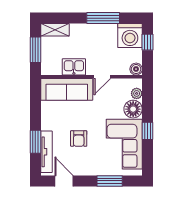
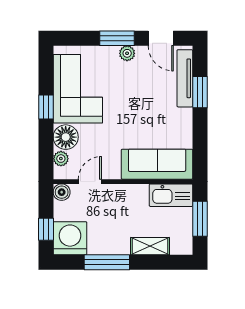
shelving: (55, 30) -> (150, 246), moved
kitchen sink: (74, 67) -> (171, 195), moved, width x1.38
door: (102, 77) -> (90, 182), moved
armchair: (79, 138) -> (141, 97), removed
plant: (88, 170) -> (127, 53), added
window: (110, 181) -> (117, 38), moved

